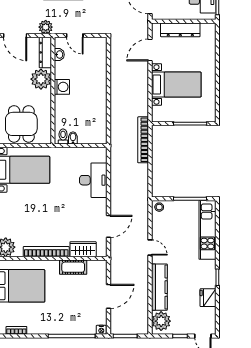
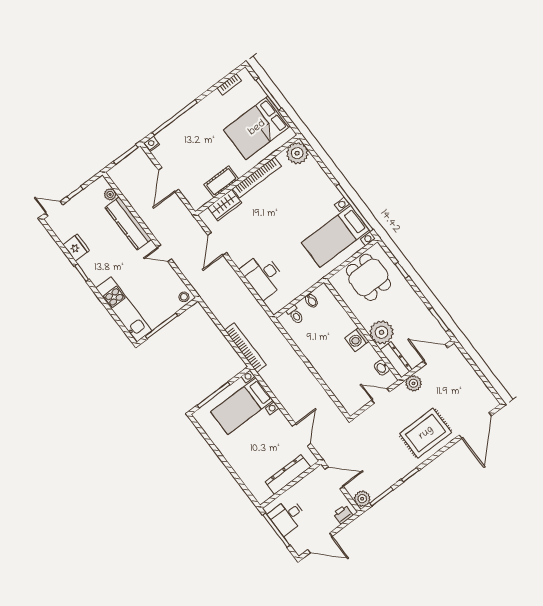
bed with nightstands: (176, 85) -> (242, 406), moved
toilet: (63, 136) -> (295, 315), moved
plant: (161, 321) -> (110, 194), width x0.53, depth x0.53

